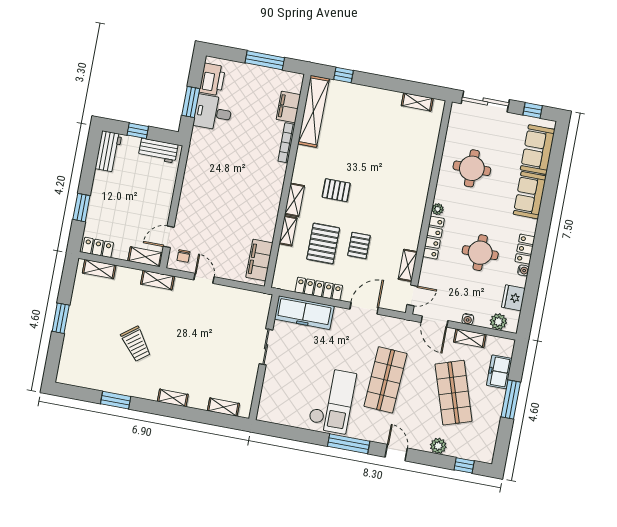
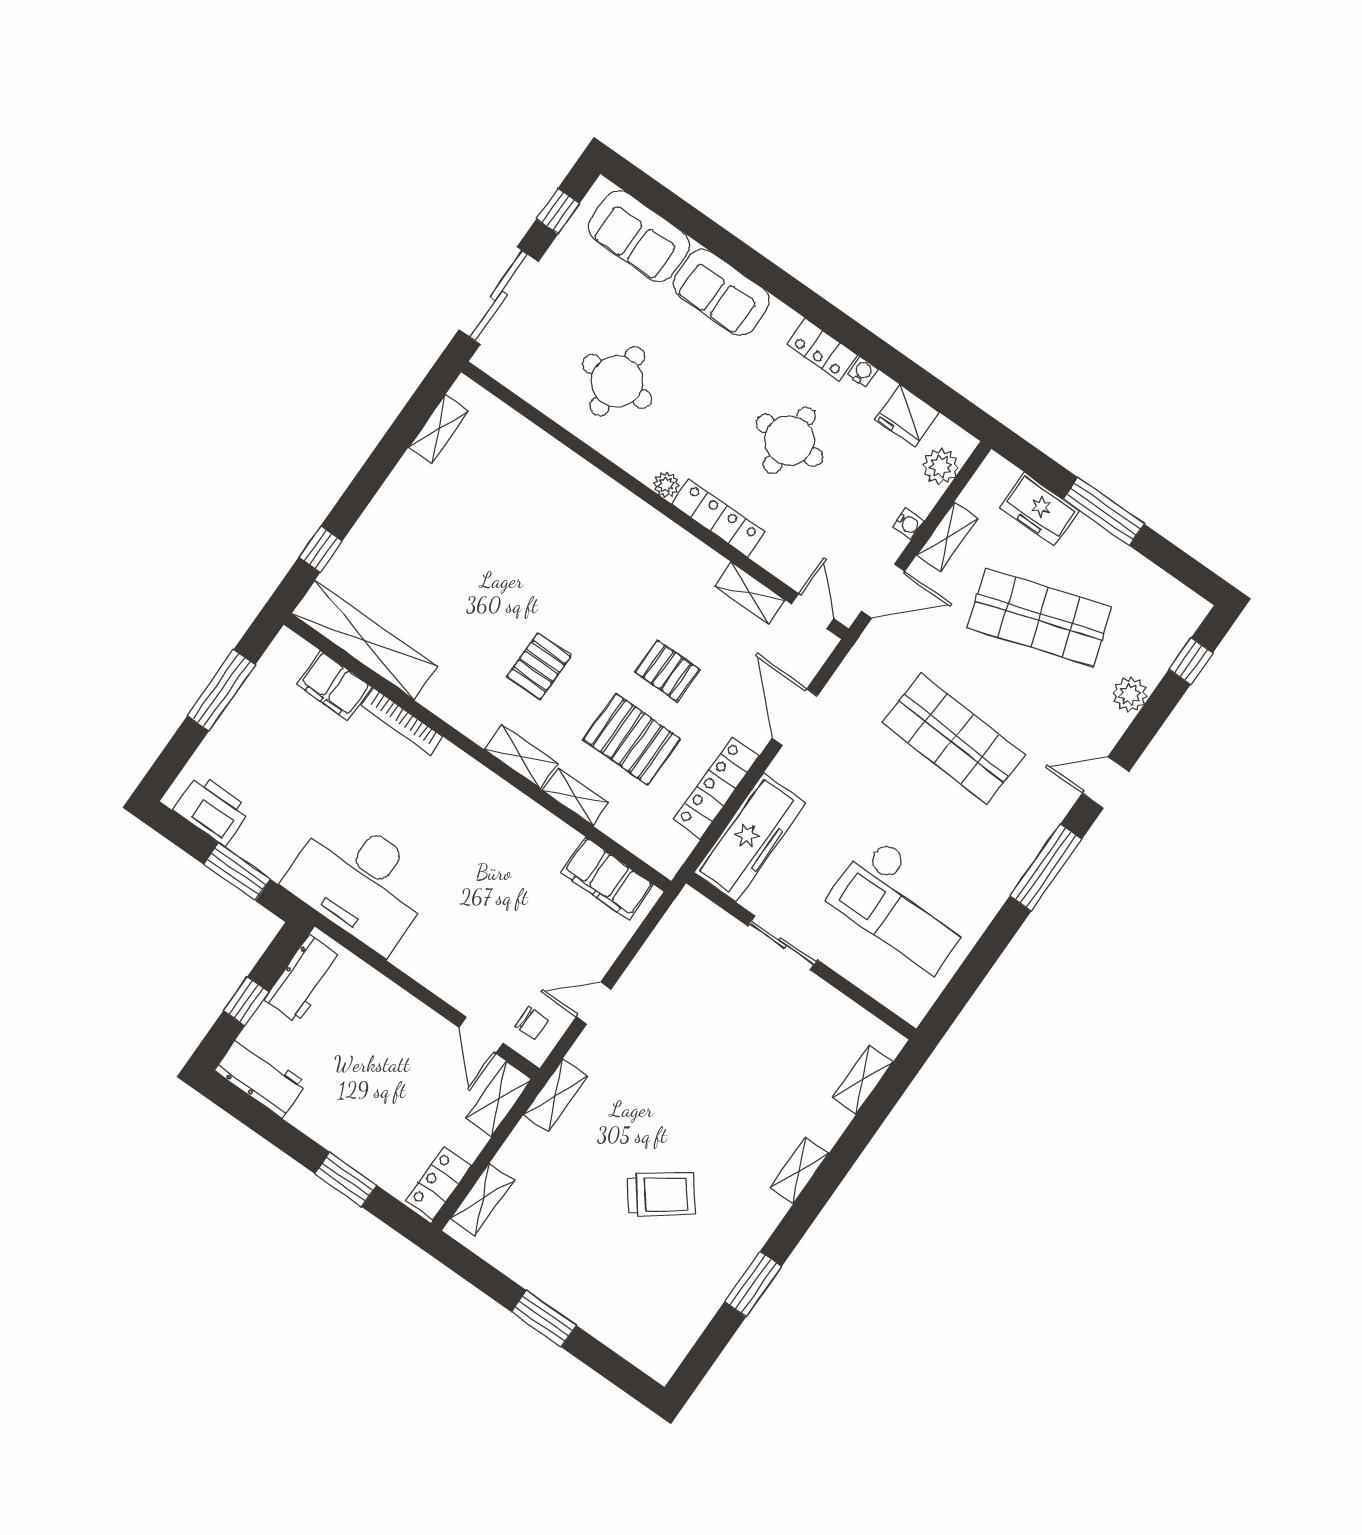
desk: (213, 113) -> (361, 882), moved, width x1.87, depth x1.30
checkout: (332, 401) -> (903, 905), moved, turned 180

